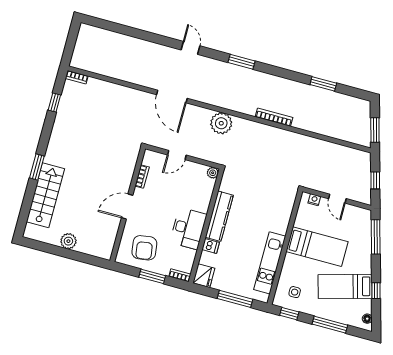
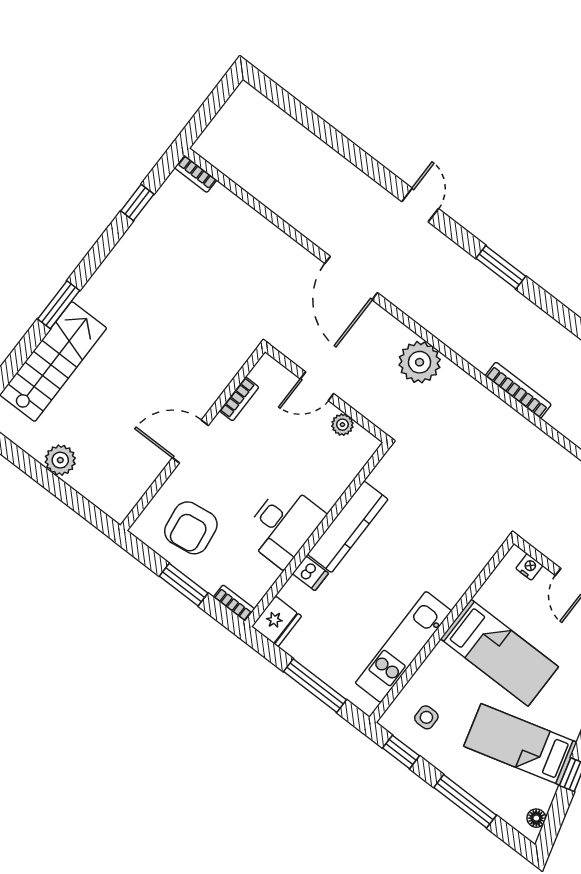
plant: (213, 173) -> (342, 425), moved

